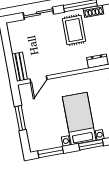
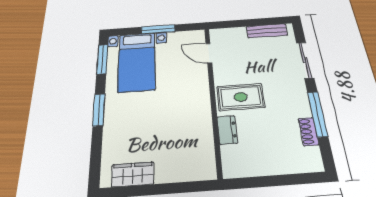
rug: (74, 30) -> (241, 97), moved
bench: (20, 67) -> (267, 31), moved
bed with nightstands: (79, 119) -> (137, 62), moved, turned 90

